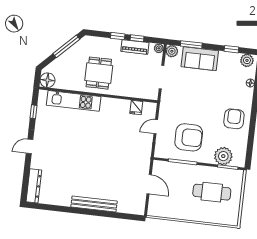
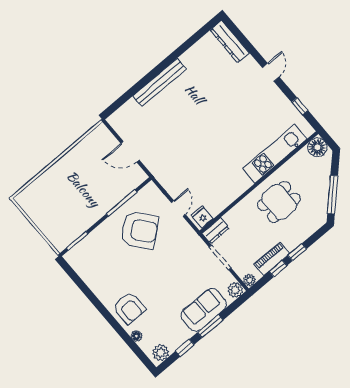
window: (191, 45) -> (210, 326), moved
dining table: (99, 73) -> (279, 202), turned 90
dresser: (149, 94) -> (216, 231), added
fridge: (136, 107) -> (202, 217), moved
armchair: (234, 119) -> (129, 308), moved
armchair: (189, 137) -> (139, 230), turned -129
plant: (223, 156) -> (91, 246), removed
cafe table: (212, 192) -> (67, 204), removed

